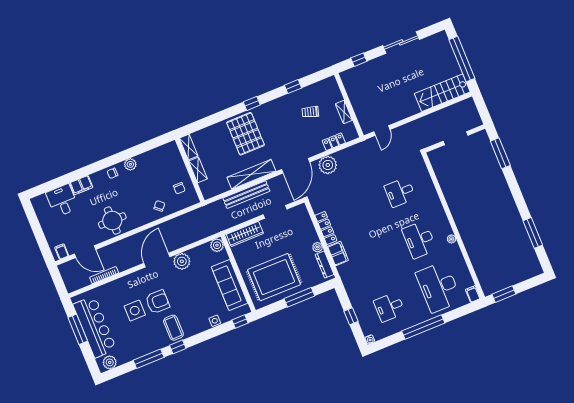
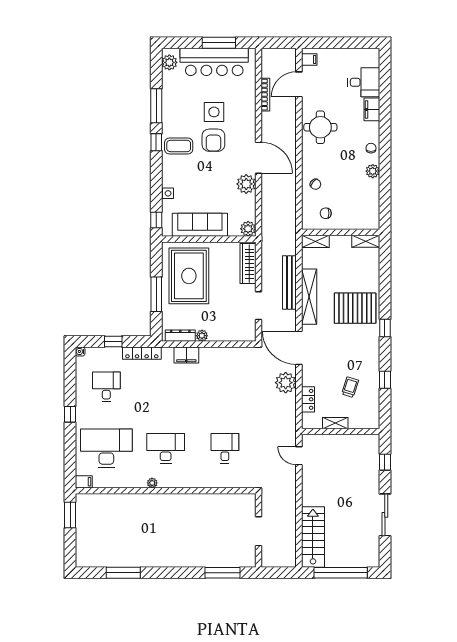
shelving: (198, 170) -> (315, 241), moved
locker: (326, 228) -> (142, 353), moved
window: (423, 327) -> (70, 414), width x0.32

